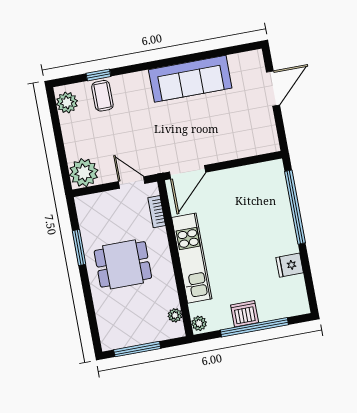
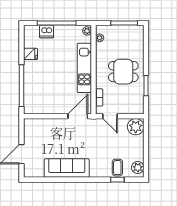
dishwasher: (245, 314) -> (47, 32), moved

